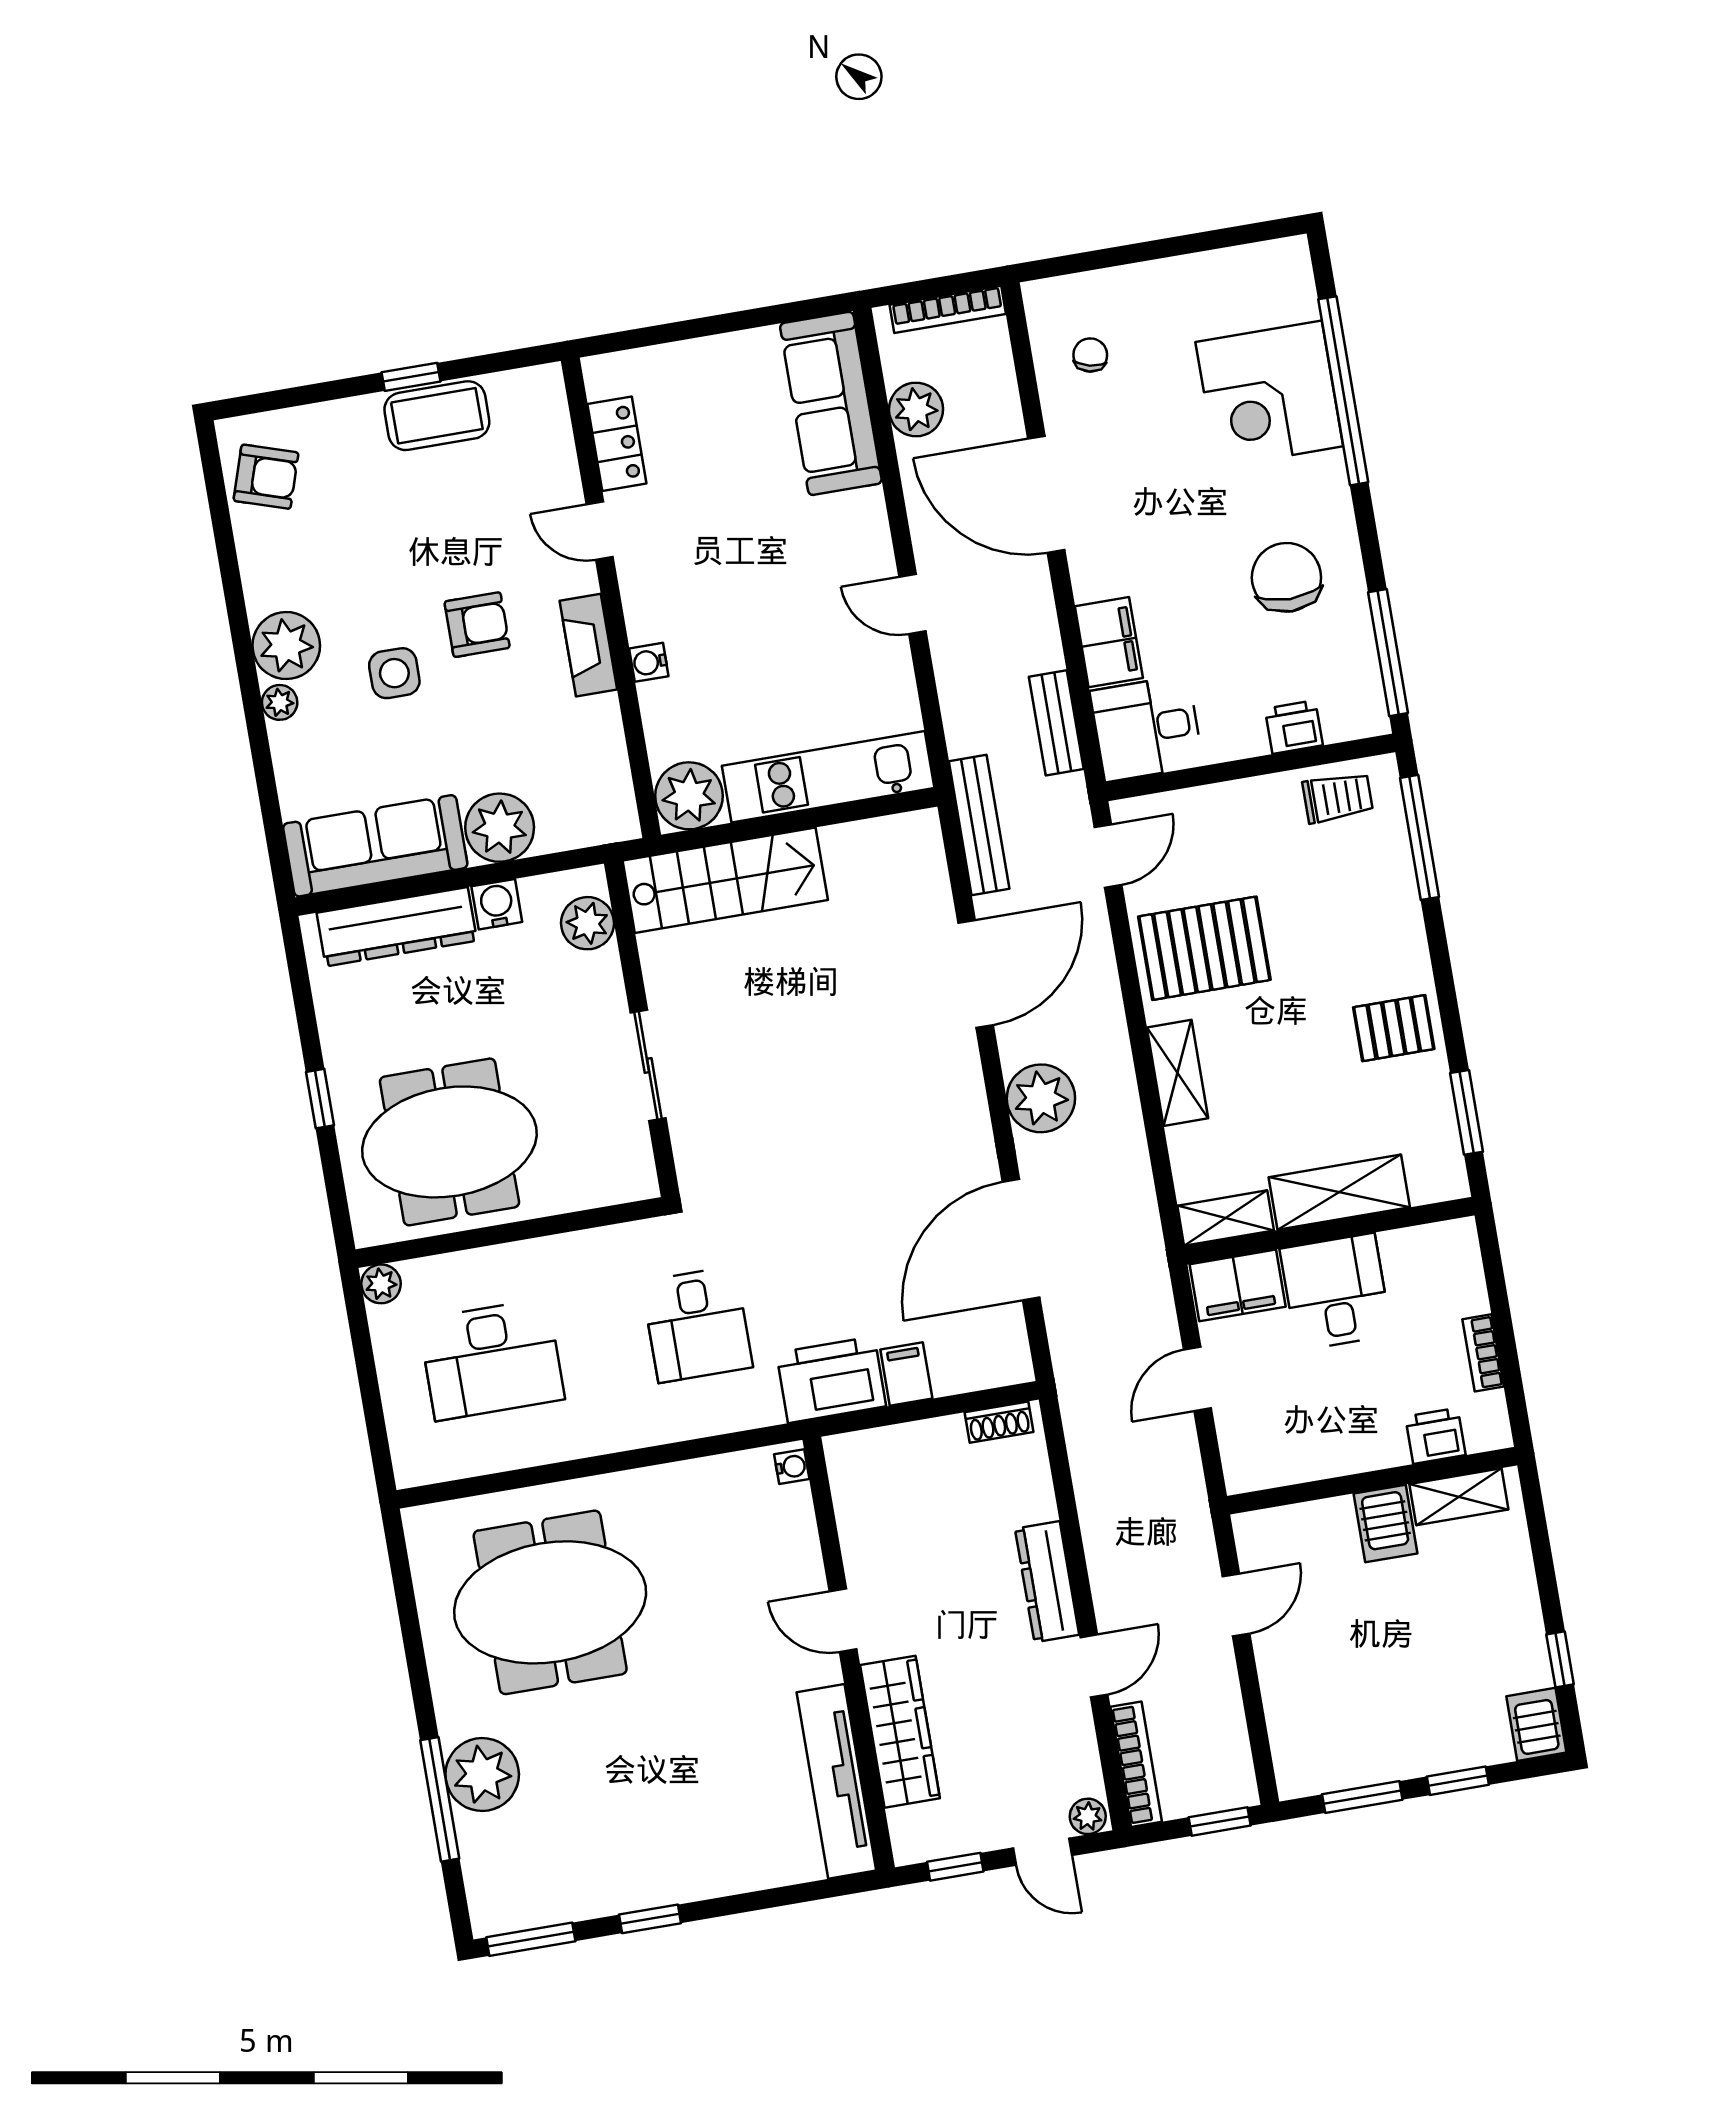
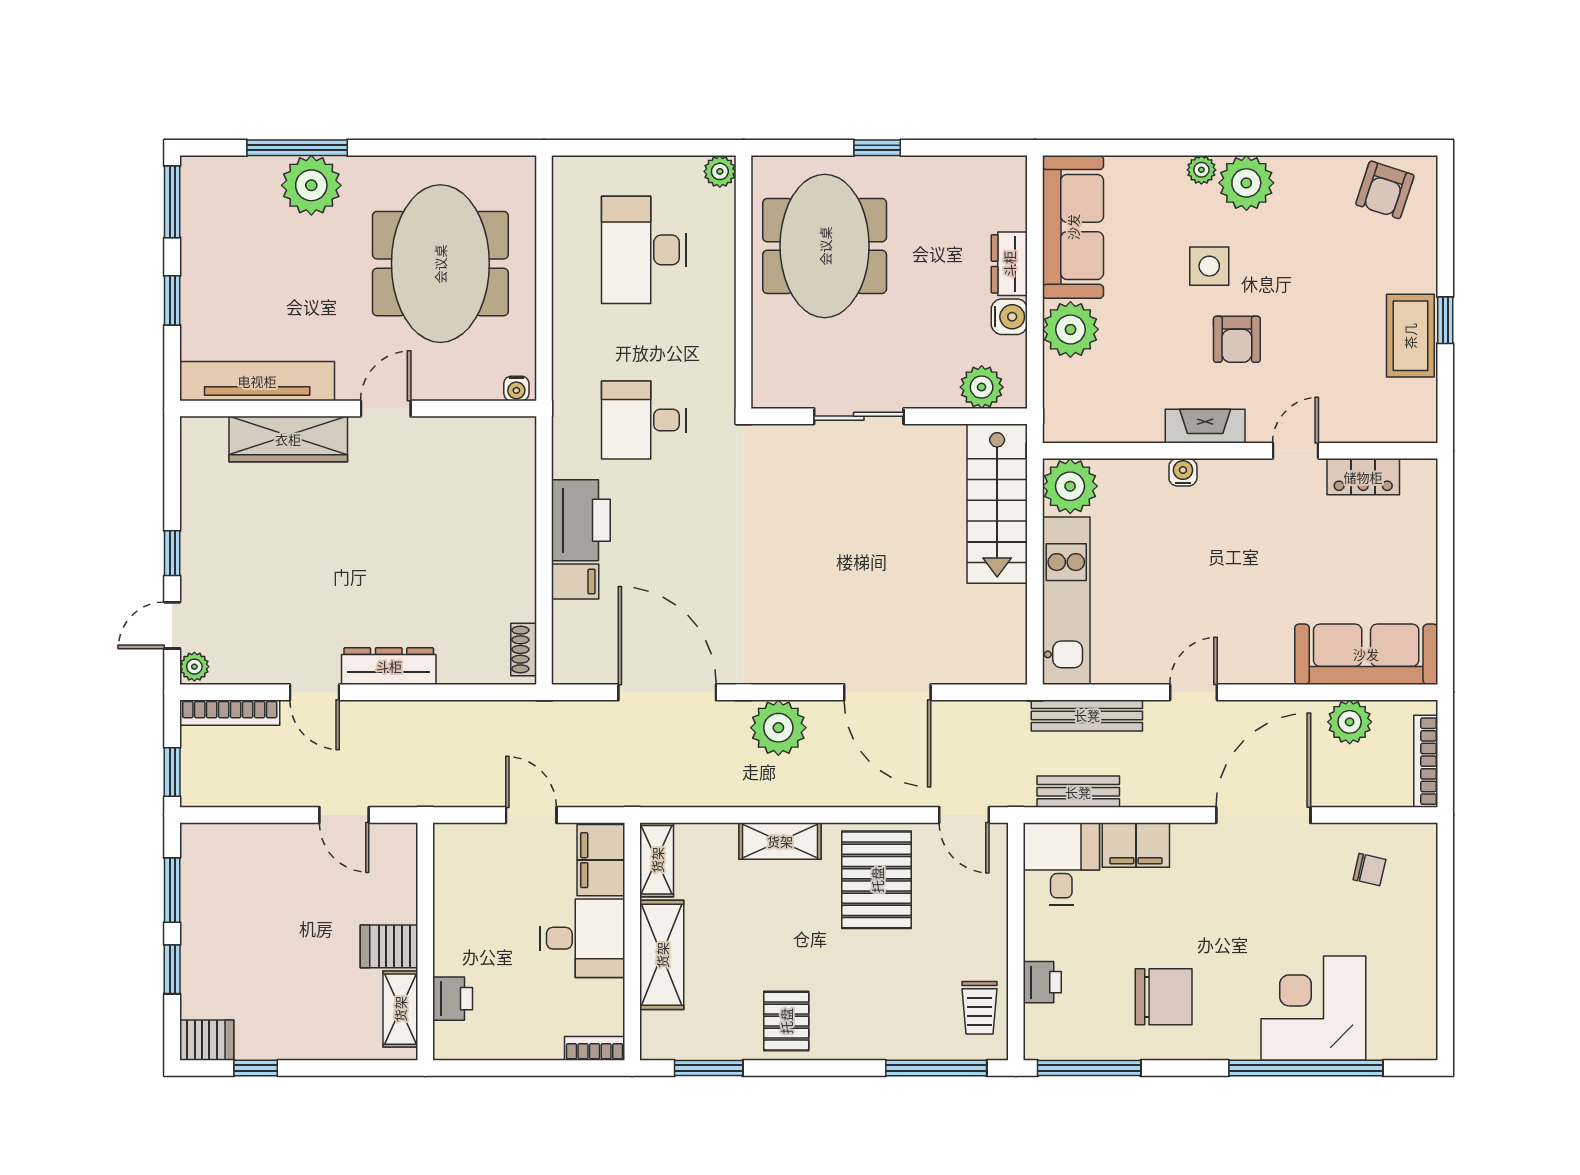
bench: (979, 825) -> (1087, 715), moved
dresser: (397, 927) -> (1009, 264), width x0.51, depth x0.80
bookcase: (1483, 1353) -> (595, 1048), moved
water cooler: (792, 1467) -> (516, 388), moved
door: (843, 1620) -> (386, 409), moved
wall: (849, 1654) -> (358, 409), moved
wardrobe: (900, 1732) -> (288, 439), moved
tv unit: (836, 1781) -> (257, 381), moved

